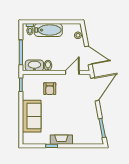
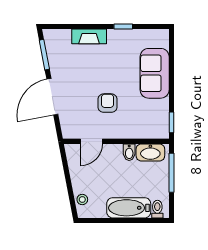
door: (88, 55) -> (66, 168), removed
armchair: (50, 89) -> (108, 103), moved
door: (95, 89) -> (52, 97), moved
fireplace: (61, 140) -> (89, 36), moved

